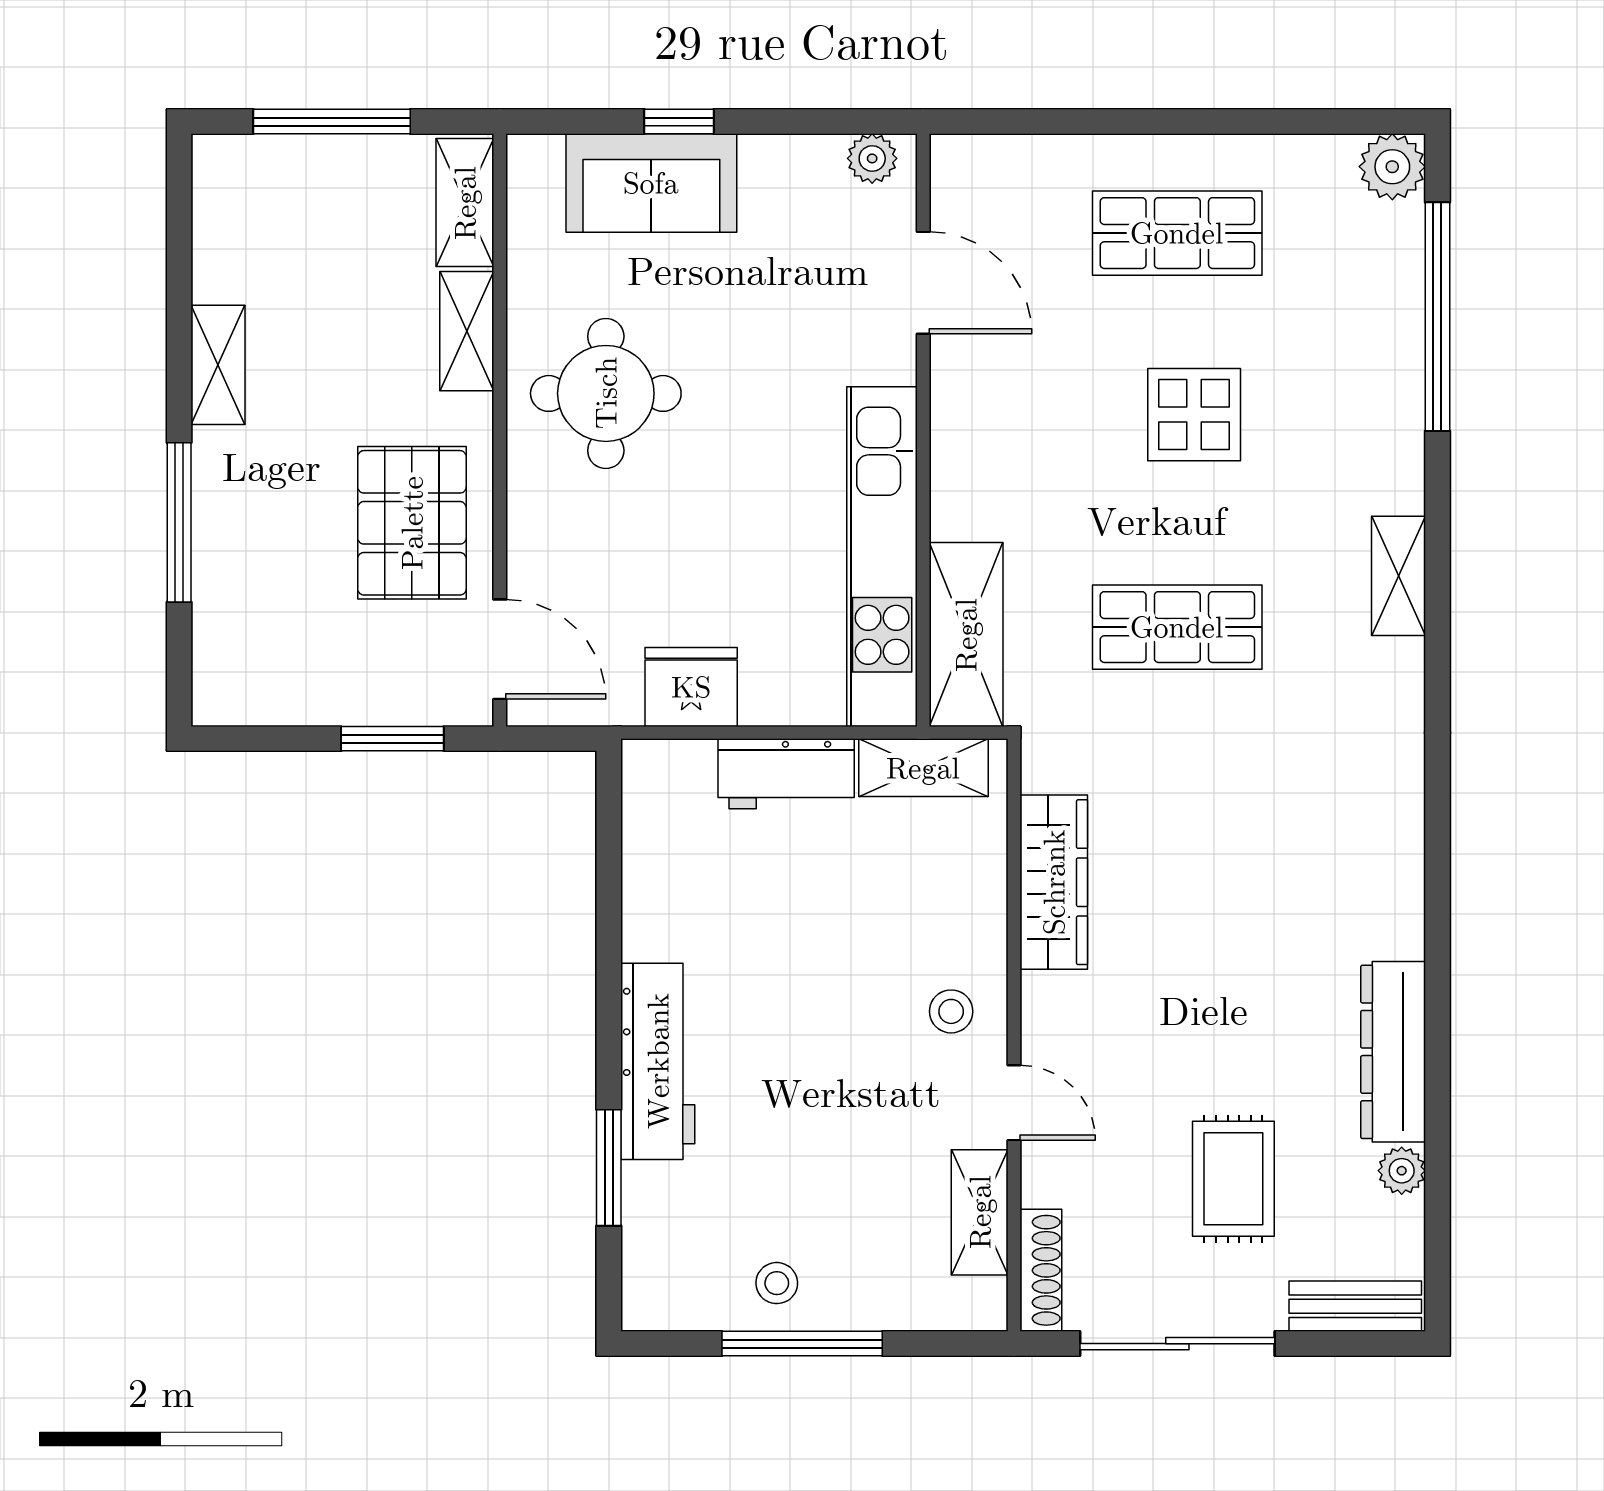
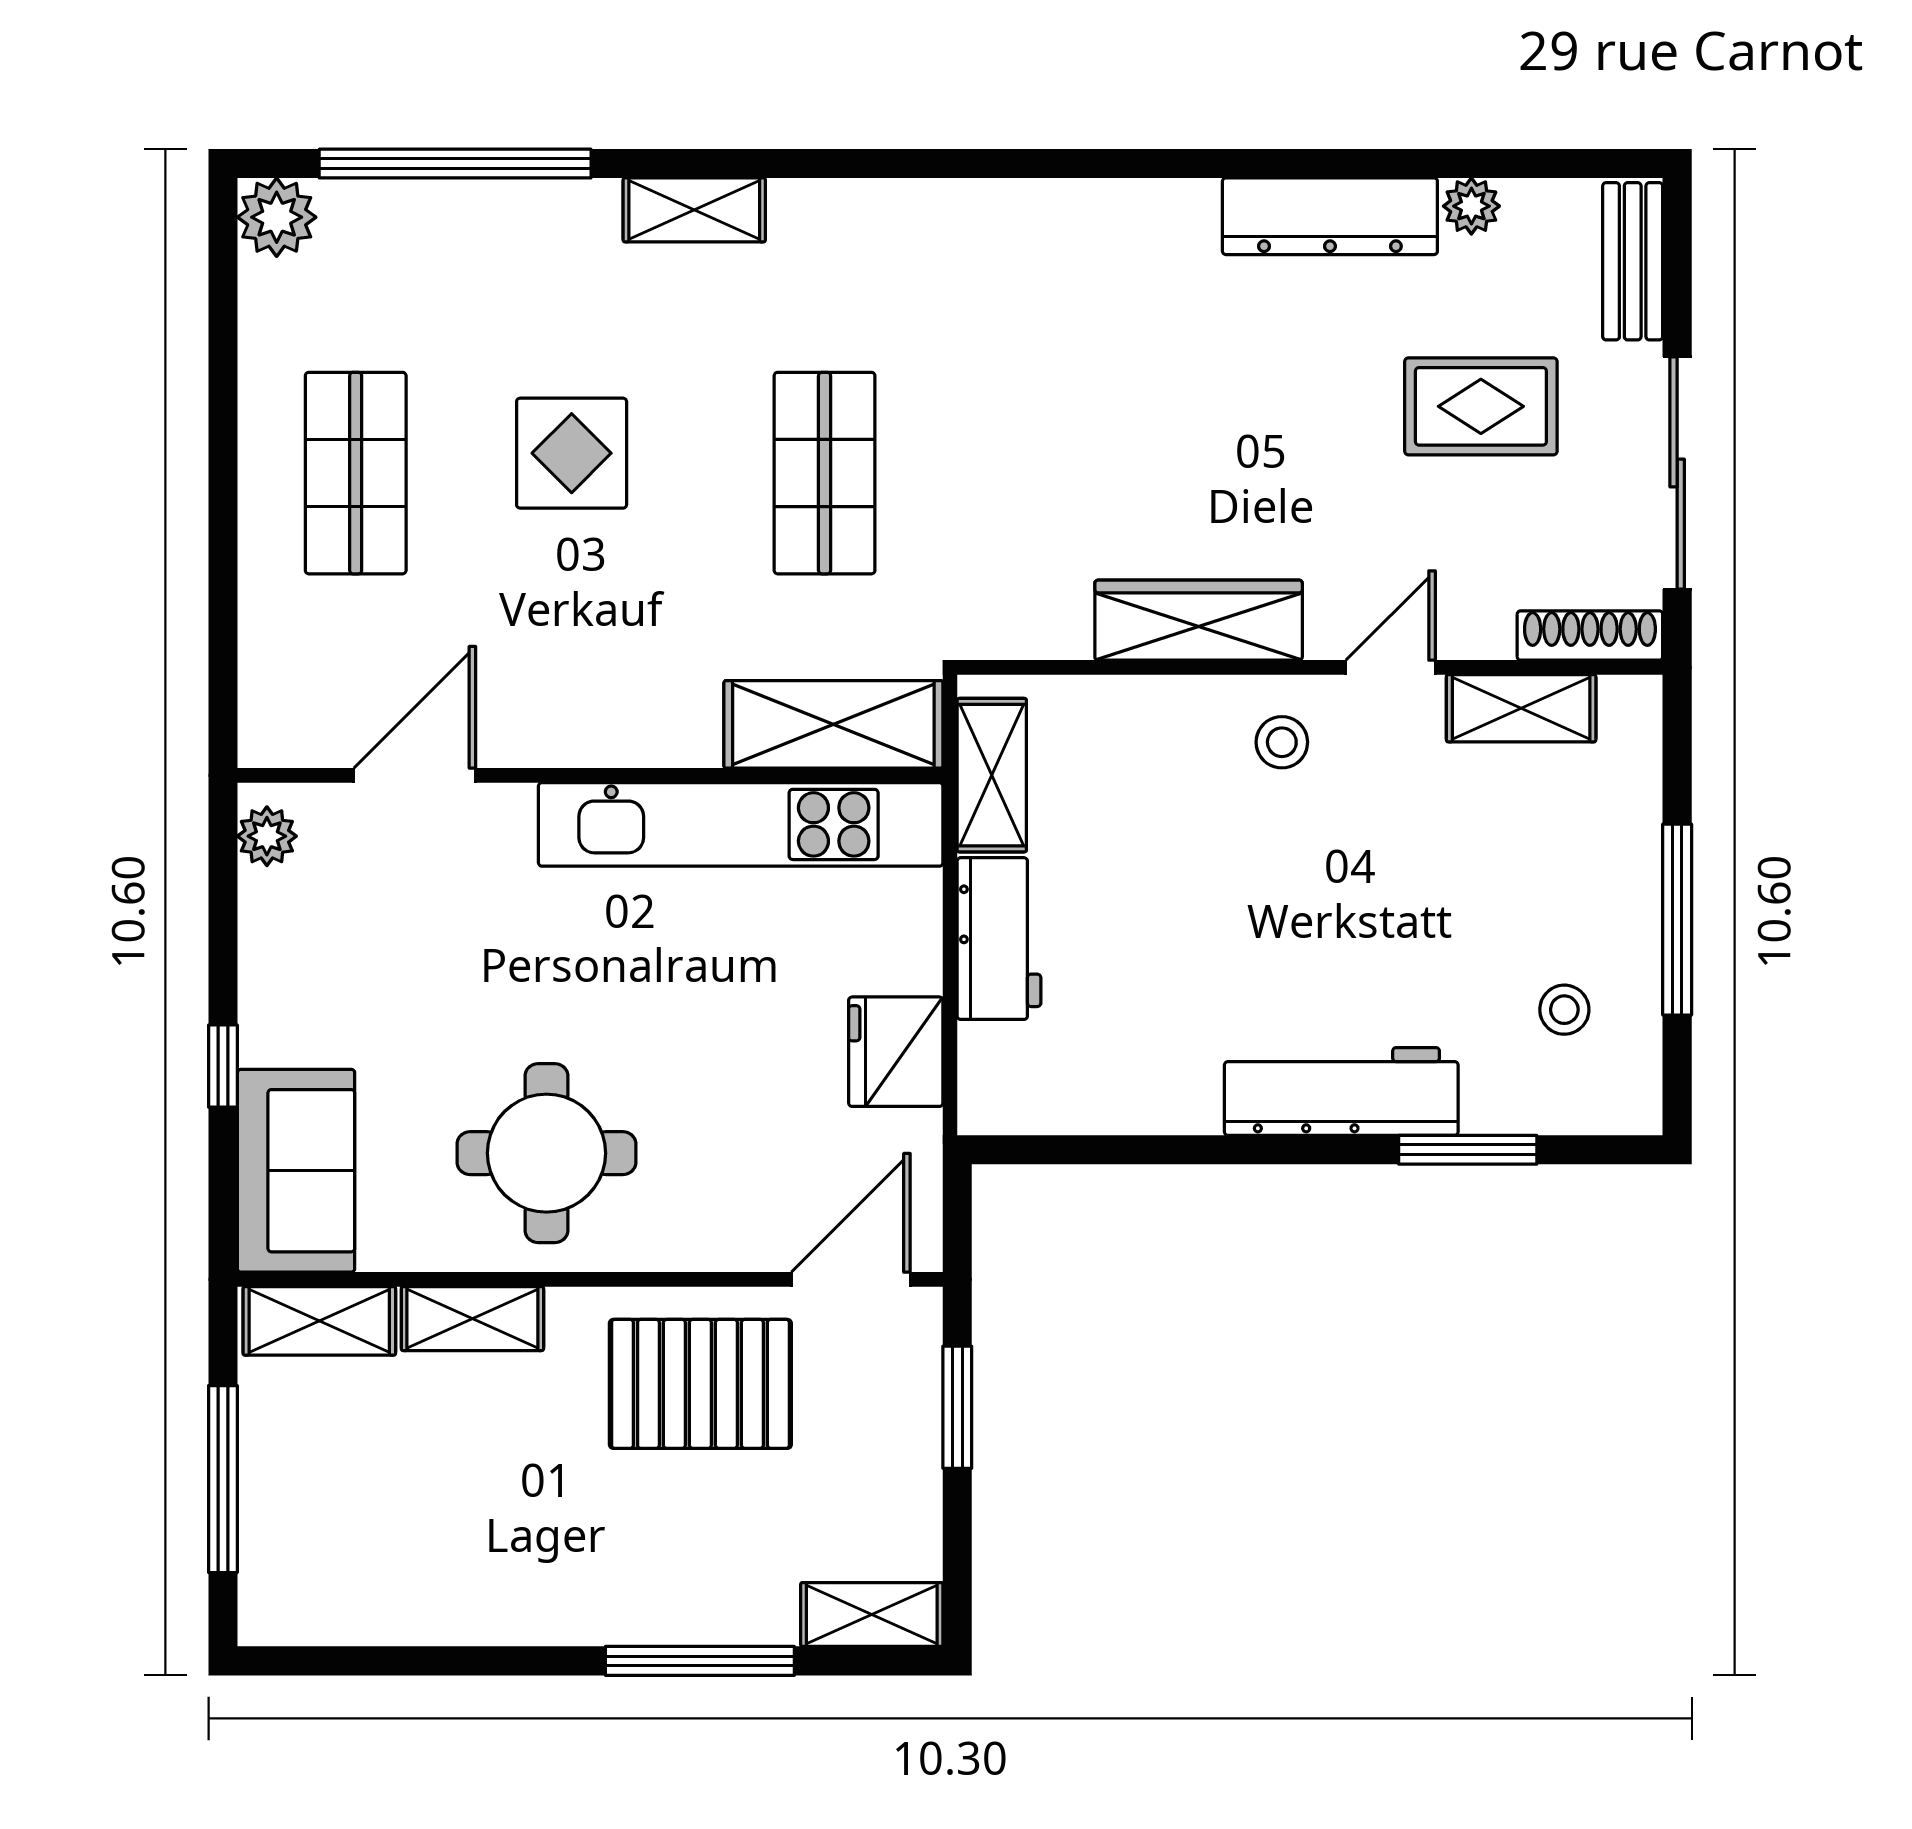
sofa: (651, 183) -> (296, 1171), moved
shelving: (218, 365) -> (872, 1615), moved
shelving: (1398, 576) -> (694, 210), moved
wardrobe: (1054, 882) -> (1199, 620), moved
stool: (777, 1283) -> (1564, 1010), moved

